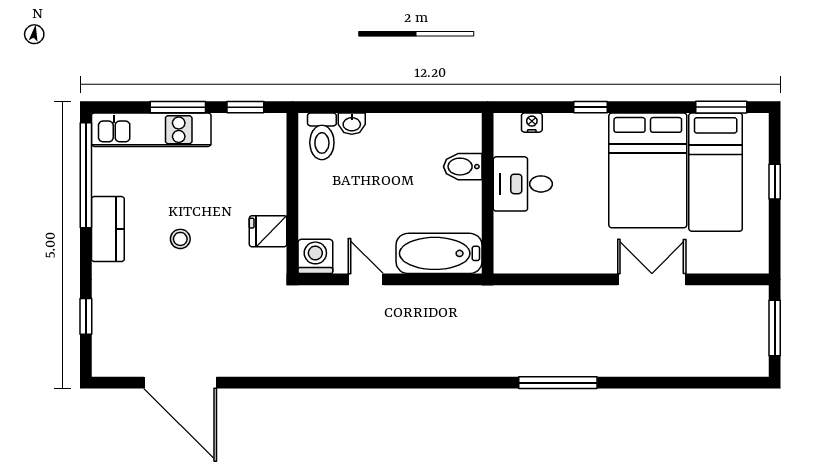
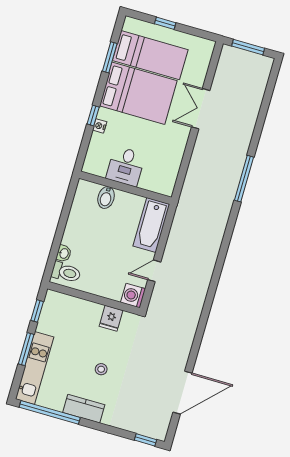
window: (721, 107) -> (110, 57), moved
nightstand: (532, 123) -> (100, 126), moved
window: (86, 316) -> (145, 440), moved

